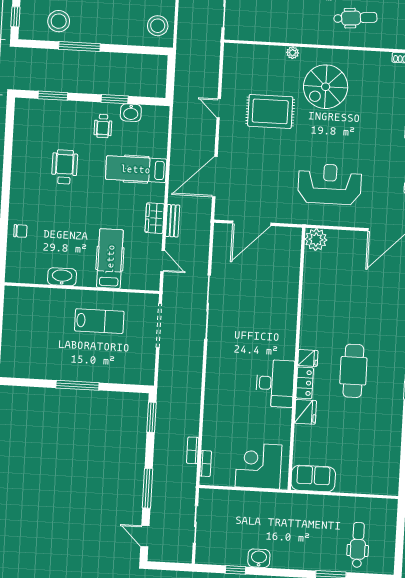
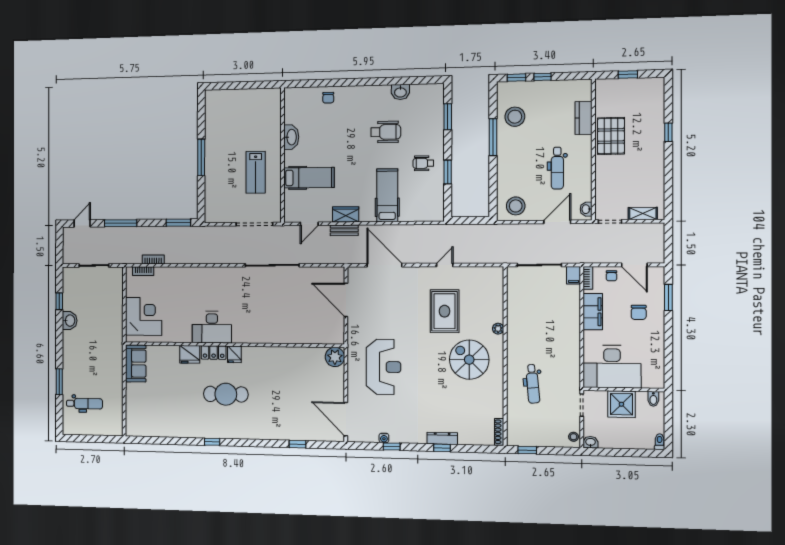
washbasin: (131, 113) -> (400, 92), moved, turned -90

